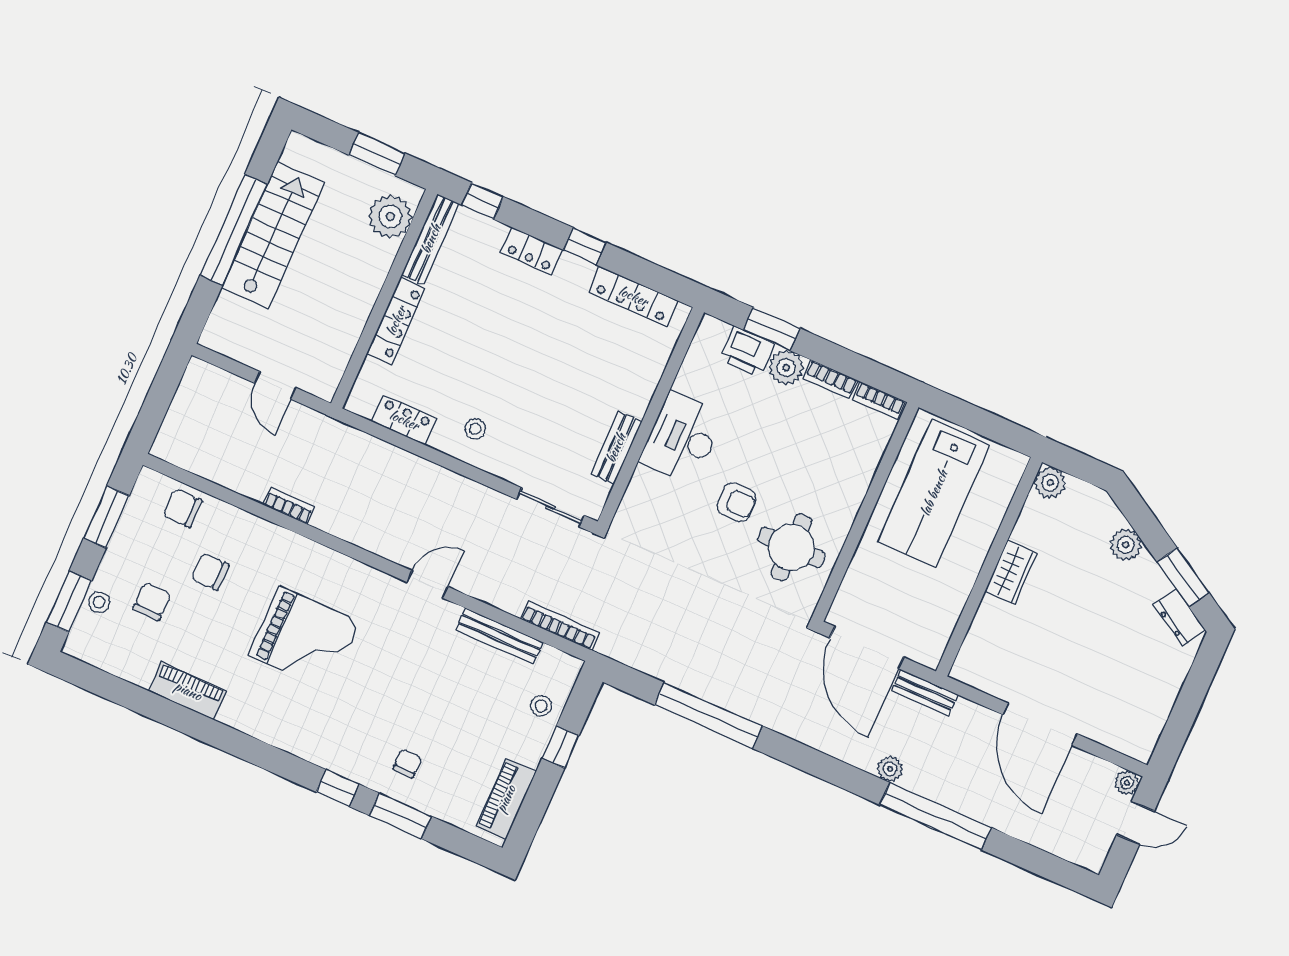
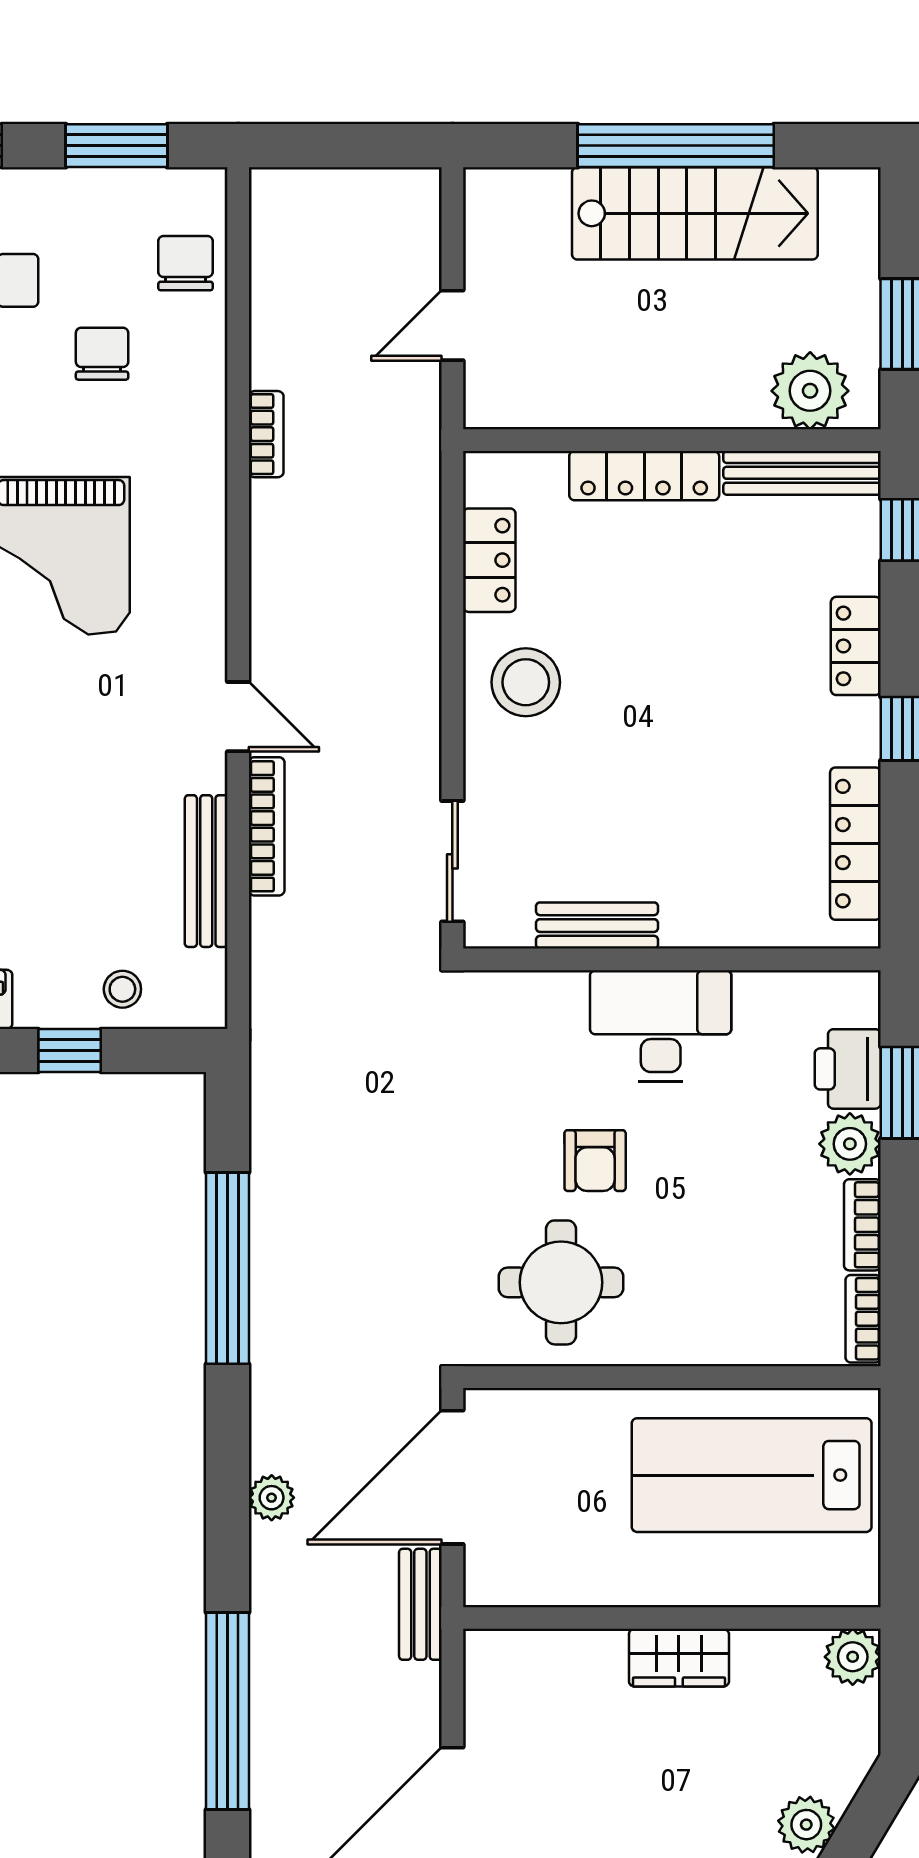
stool: (475, 429) -> (526, 682), width x1.89, depth x1.89
bookcase: (560, 626) -> (267, 826), moved
plant: (890, 769) -> (272, 1498), moved

